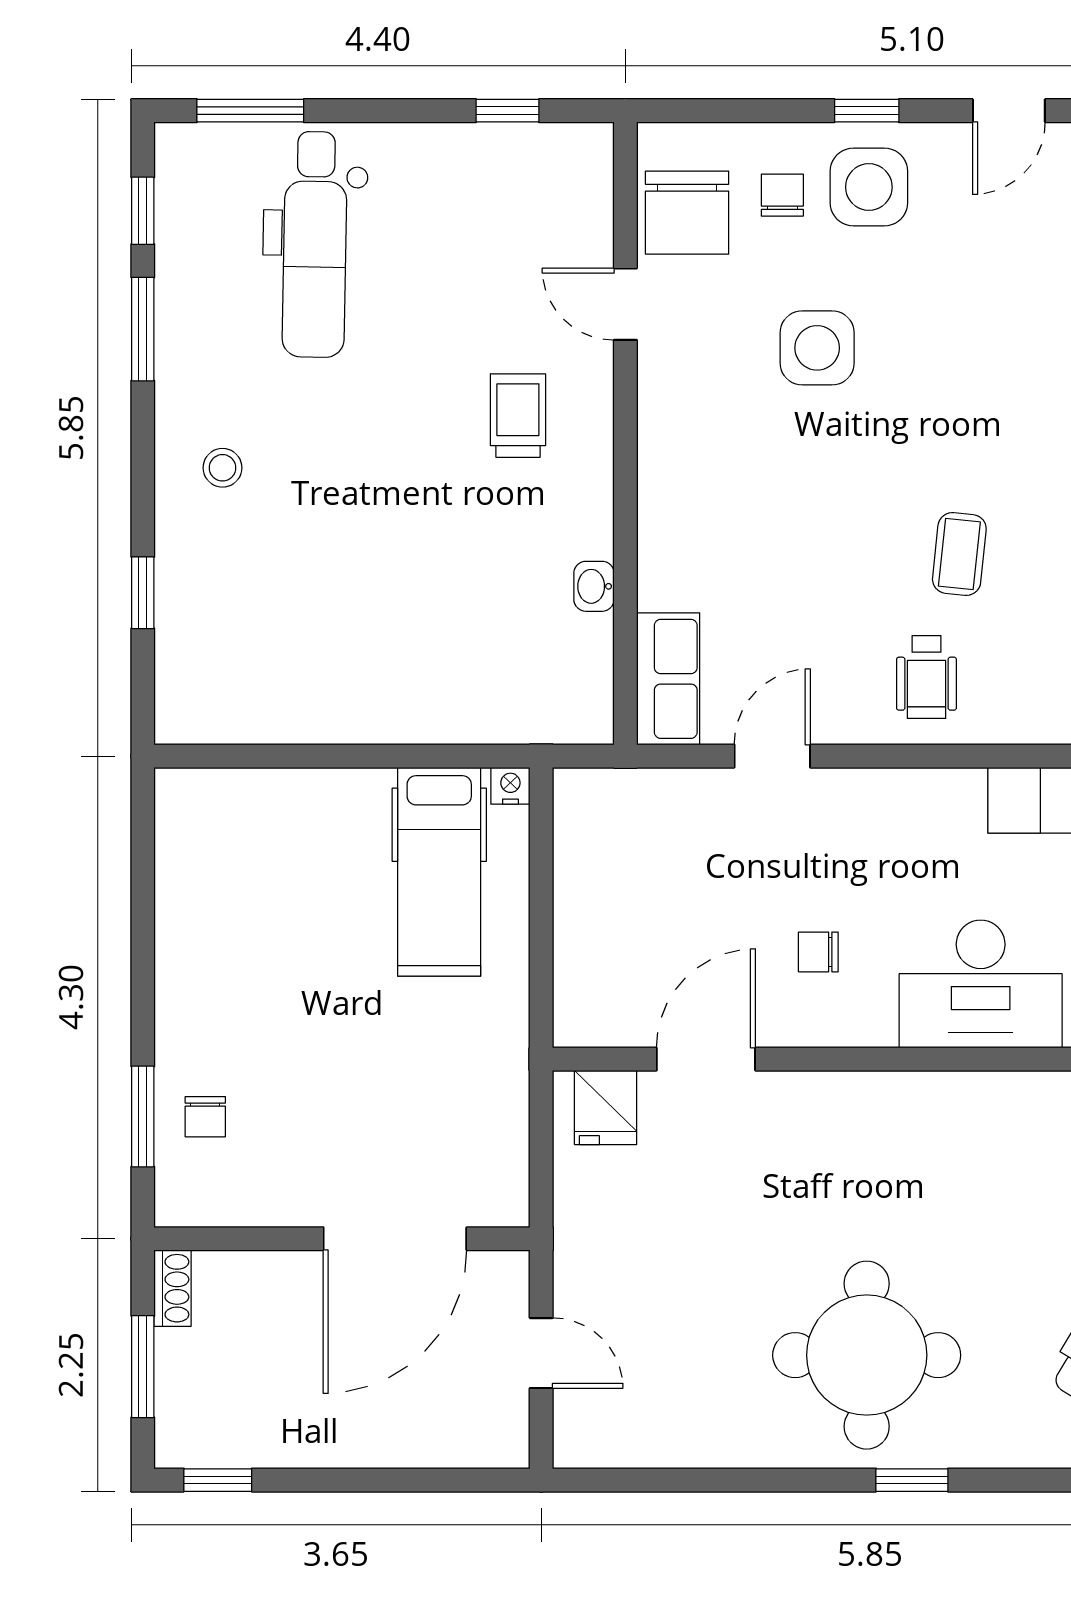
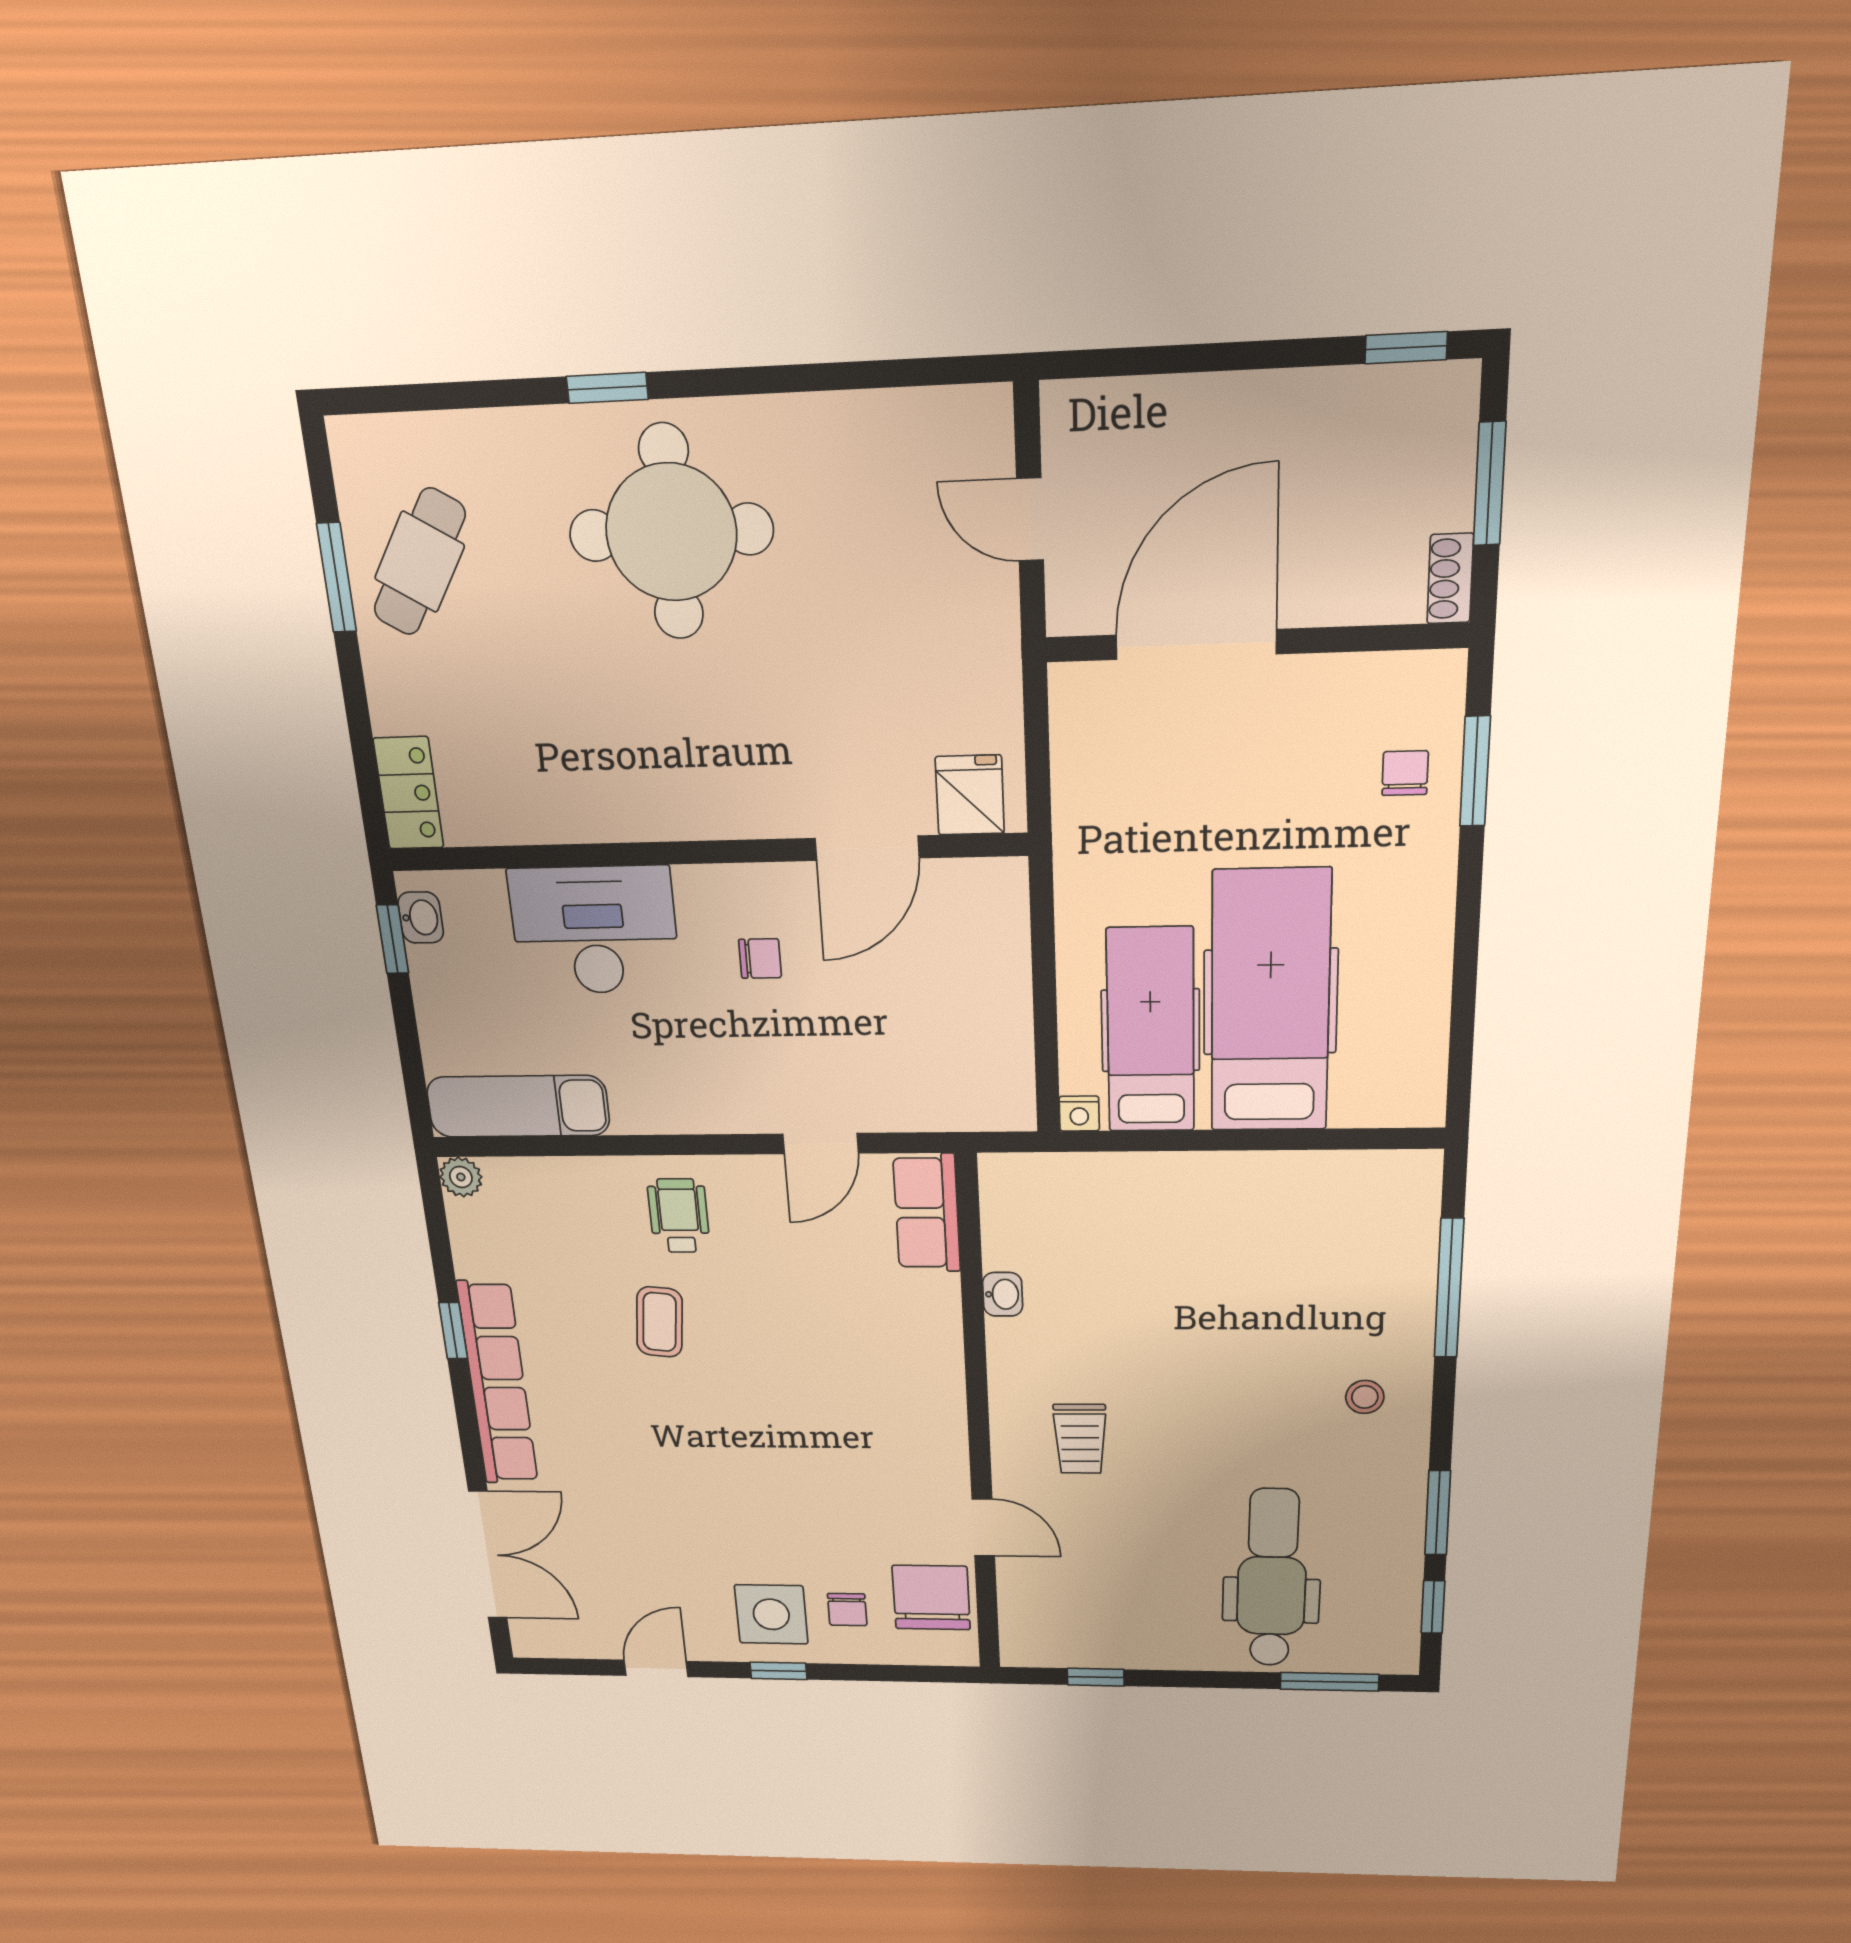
side table: (817, 348) -> (806, 1491), removed
window: (143, 593) -> (1449, 1288), width x2.17
hospital bed: (324, 899) -> (1270, 1002), added

